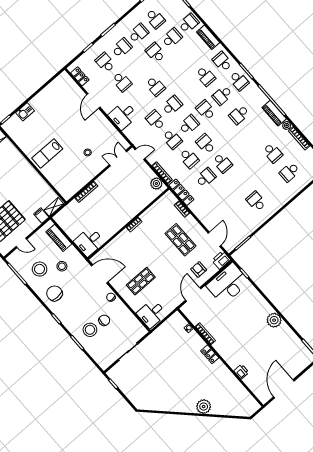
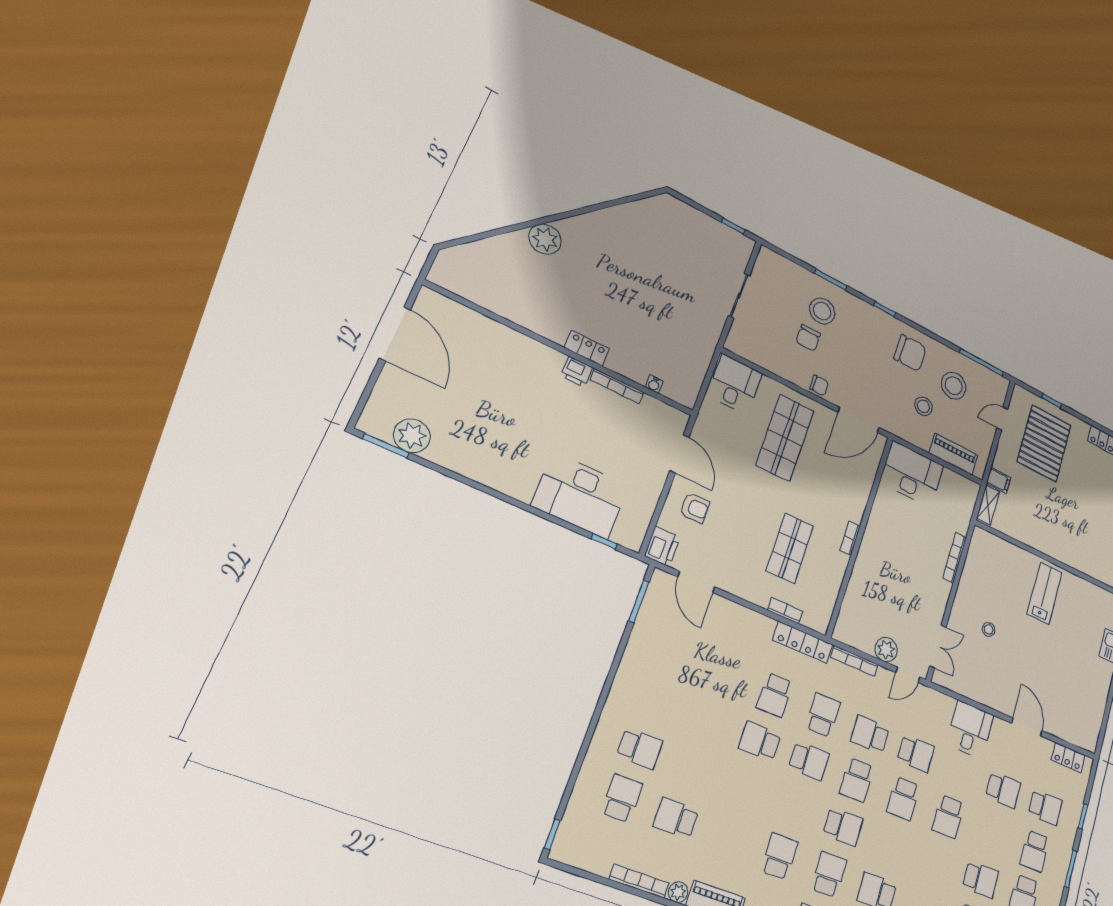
school desk: (122, 82) -> (1003, 790), turned 180
school desk: (155, 86) -> (948, 817), turned -90
school desk: (189, 158) -> (823, 715), turned 90
plant: (156, 184) -> (886, 650), moved
school desk: (256, 201) -> (640, 749), moved
shop shelf: (180, 240) -> (790, 548), moved, turned 90
desk: (89, 242) -> (912, 474), width x1.37
shop shelf: (141, 281) -> (785, 438), width x1.43, depth x1.36
desk: (228, 284) -> (580, 495), moved, turned 90
plant: (274, 320) -> (412, 436), moved
printer: (241, 372) -> (577, 372), moved

